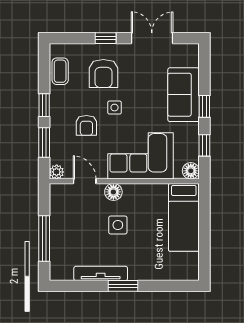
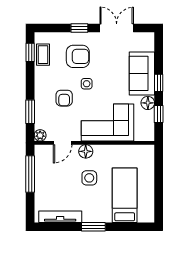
armchair: (103, 73) -> (78, 56), turned -90
window: (44, 105) -> (30, 52), moved
floor lamp: (191, 171) -> (148, 103), moved
door: (85, 181) -> (63, 143), swing flipped
bed: (184, 217) -> (125, 195), moved, turned 180
window: (44, 238) -> (30, 174), moved
tv unit: (101, 273) -> (60, 217), moved

